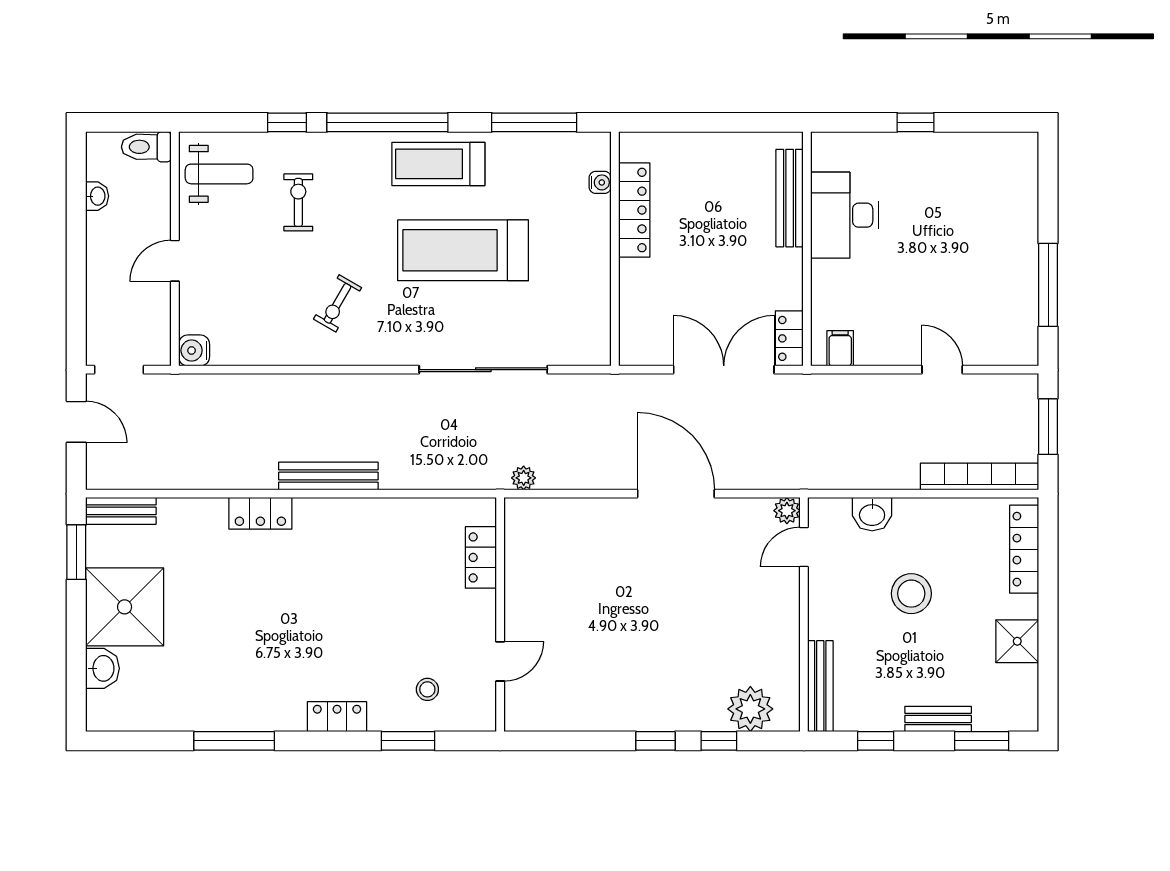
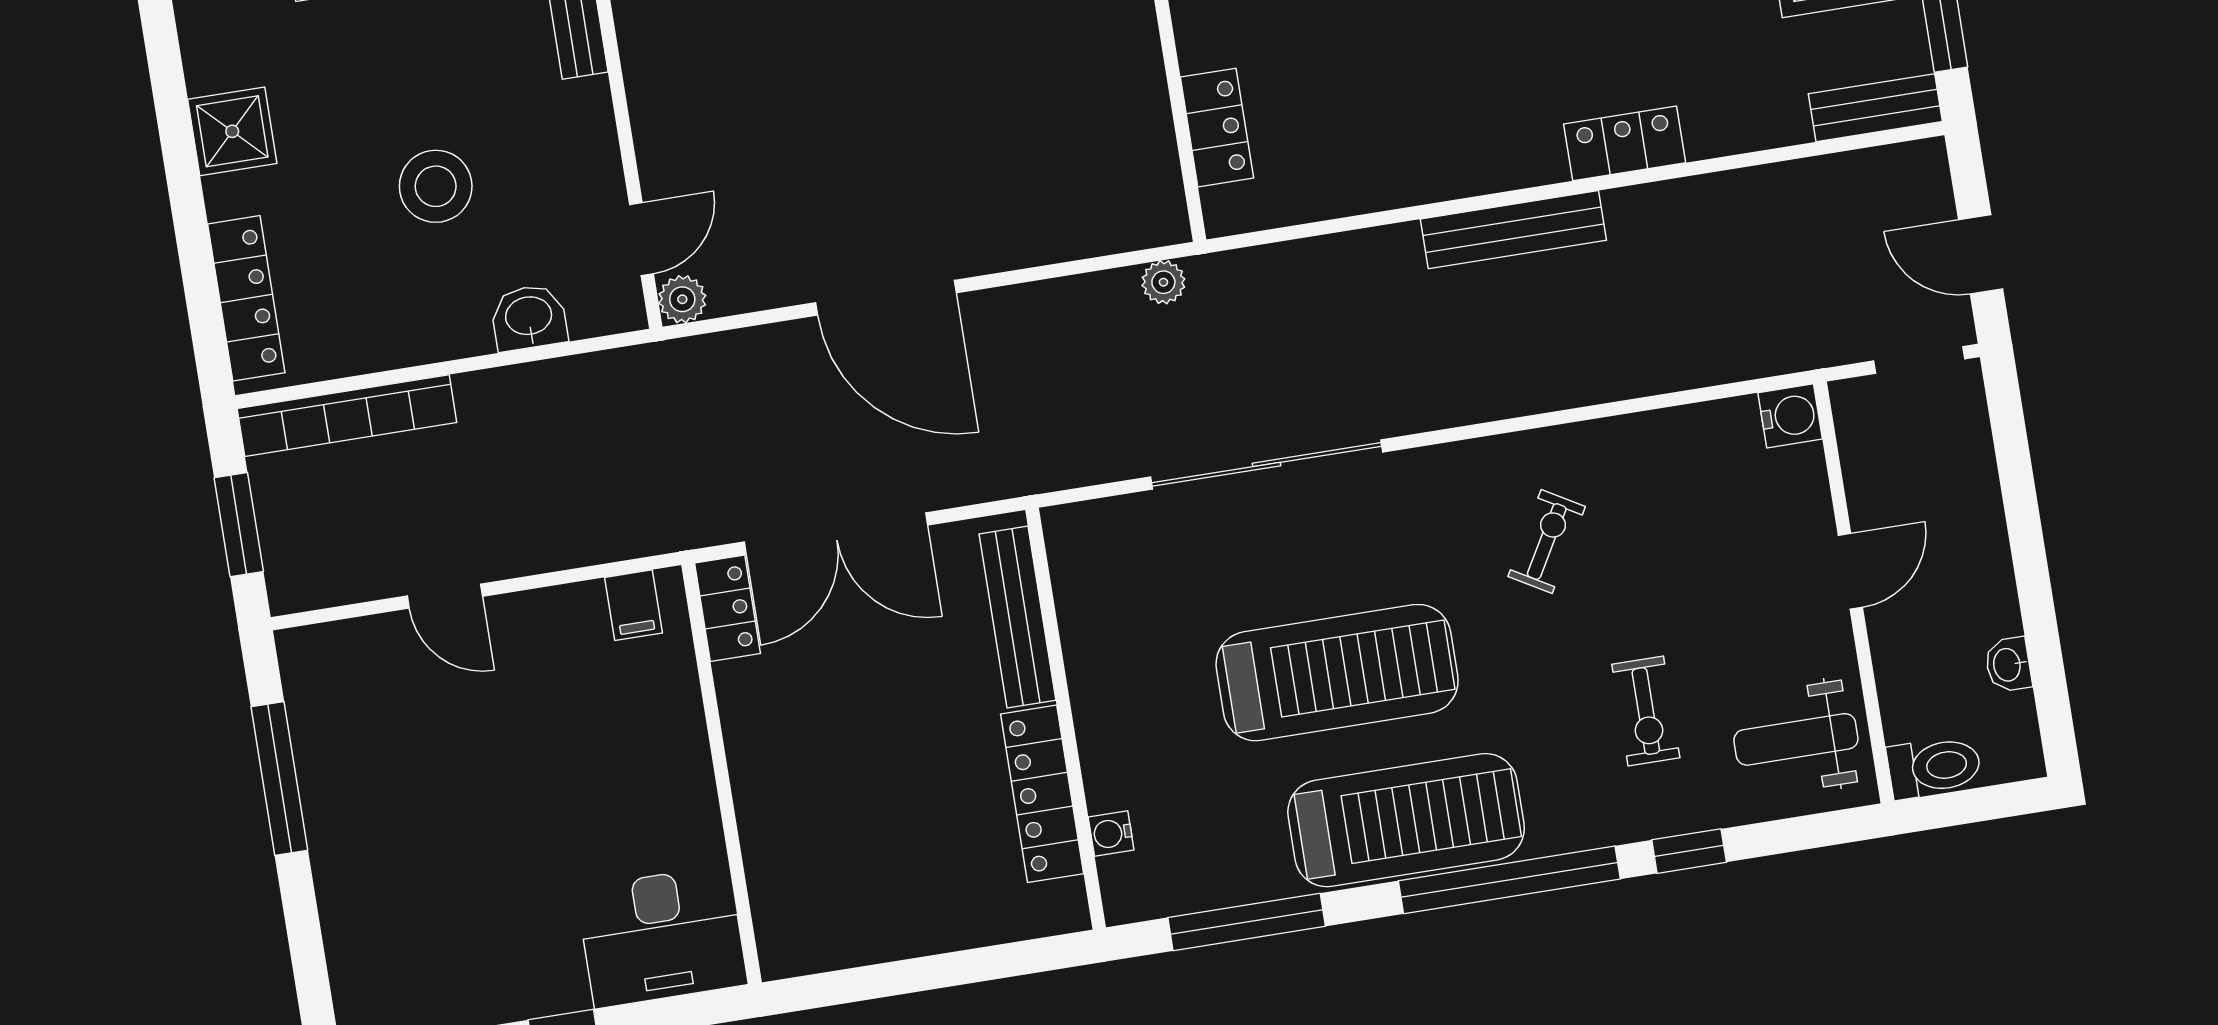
treadmill: (438, 164) -> (1406, 820), width x1.37, depth x1.38
bench: (790, 198) -> (1017, 617), moved
desk: (844, 215) -> (662, 936), moved, turned 90

